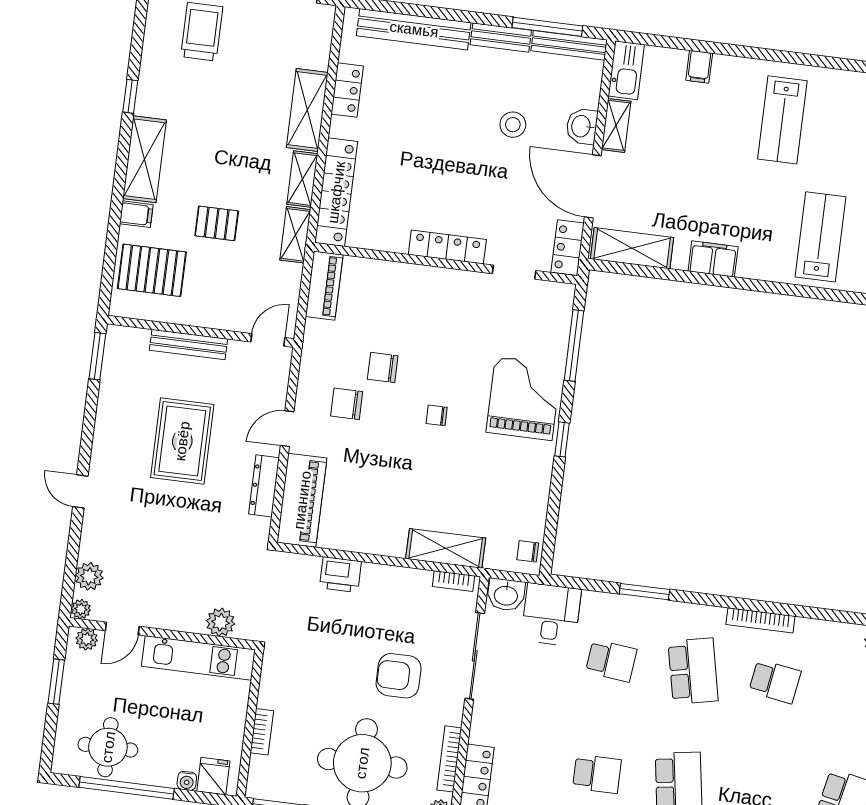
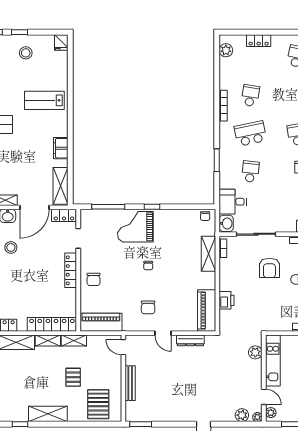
filing cabinet: (136, 214) -> (74, 414), removed
piano: (324, 286) -> (101, 322), width x1.37, depth x1.33
chair: (383, 367) -> (94, 279), moved
rug: (182, 441) -> (175, 380), removed
piano: (302, 500) -> (207, 311), moved, turned -90

